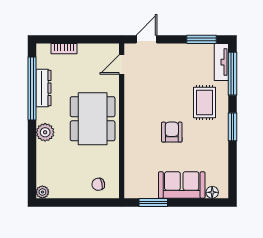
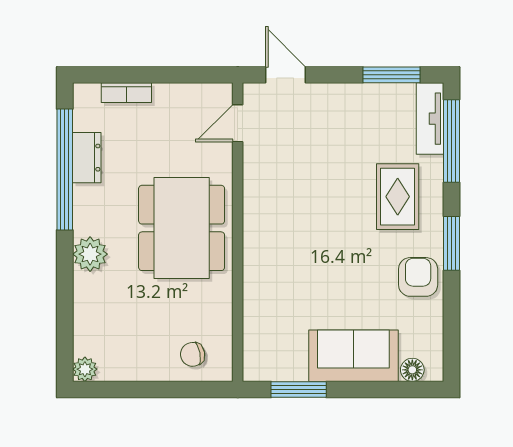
door: (147, 39) -> (286, 75), hinge flipped
dresser: (43, 88) -> (87, 158), width x0.70
armchair: (172, 132) -> (418, 277), moved

